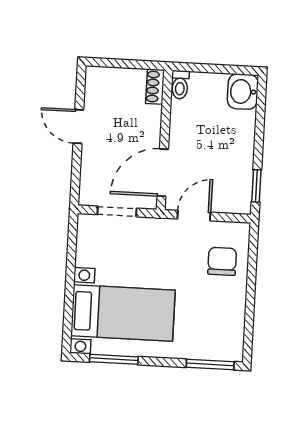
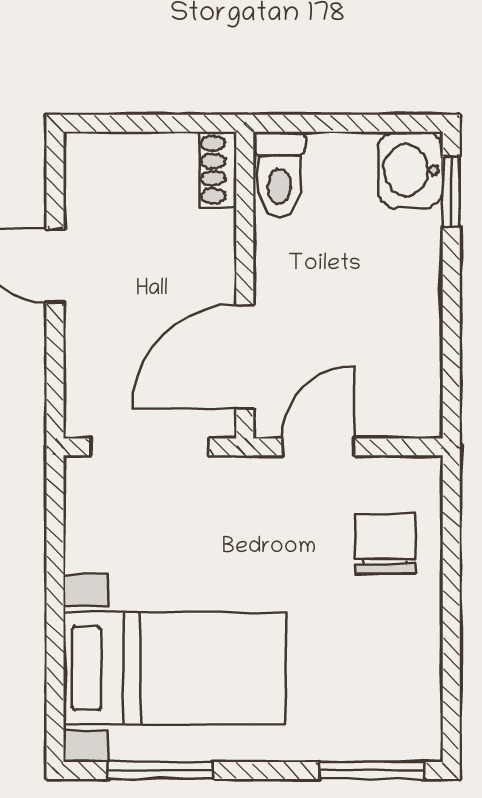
toilet: (180, 85) -> (279, 175), width x1.37, depth x1.39
window: (256, 186) -> (451, 192), moved
doorway: (117, 211) -> (149, 447), width x1.38

